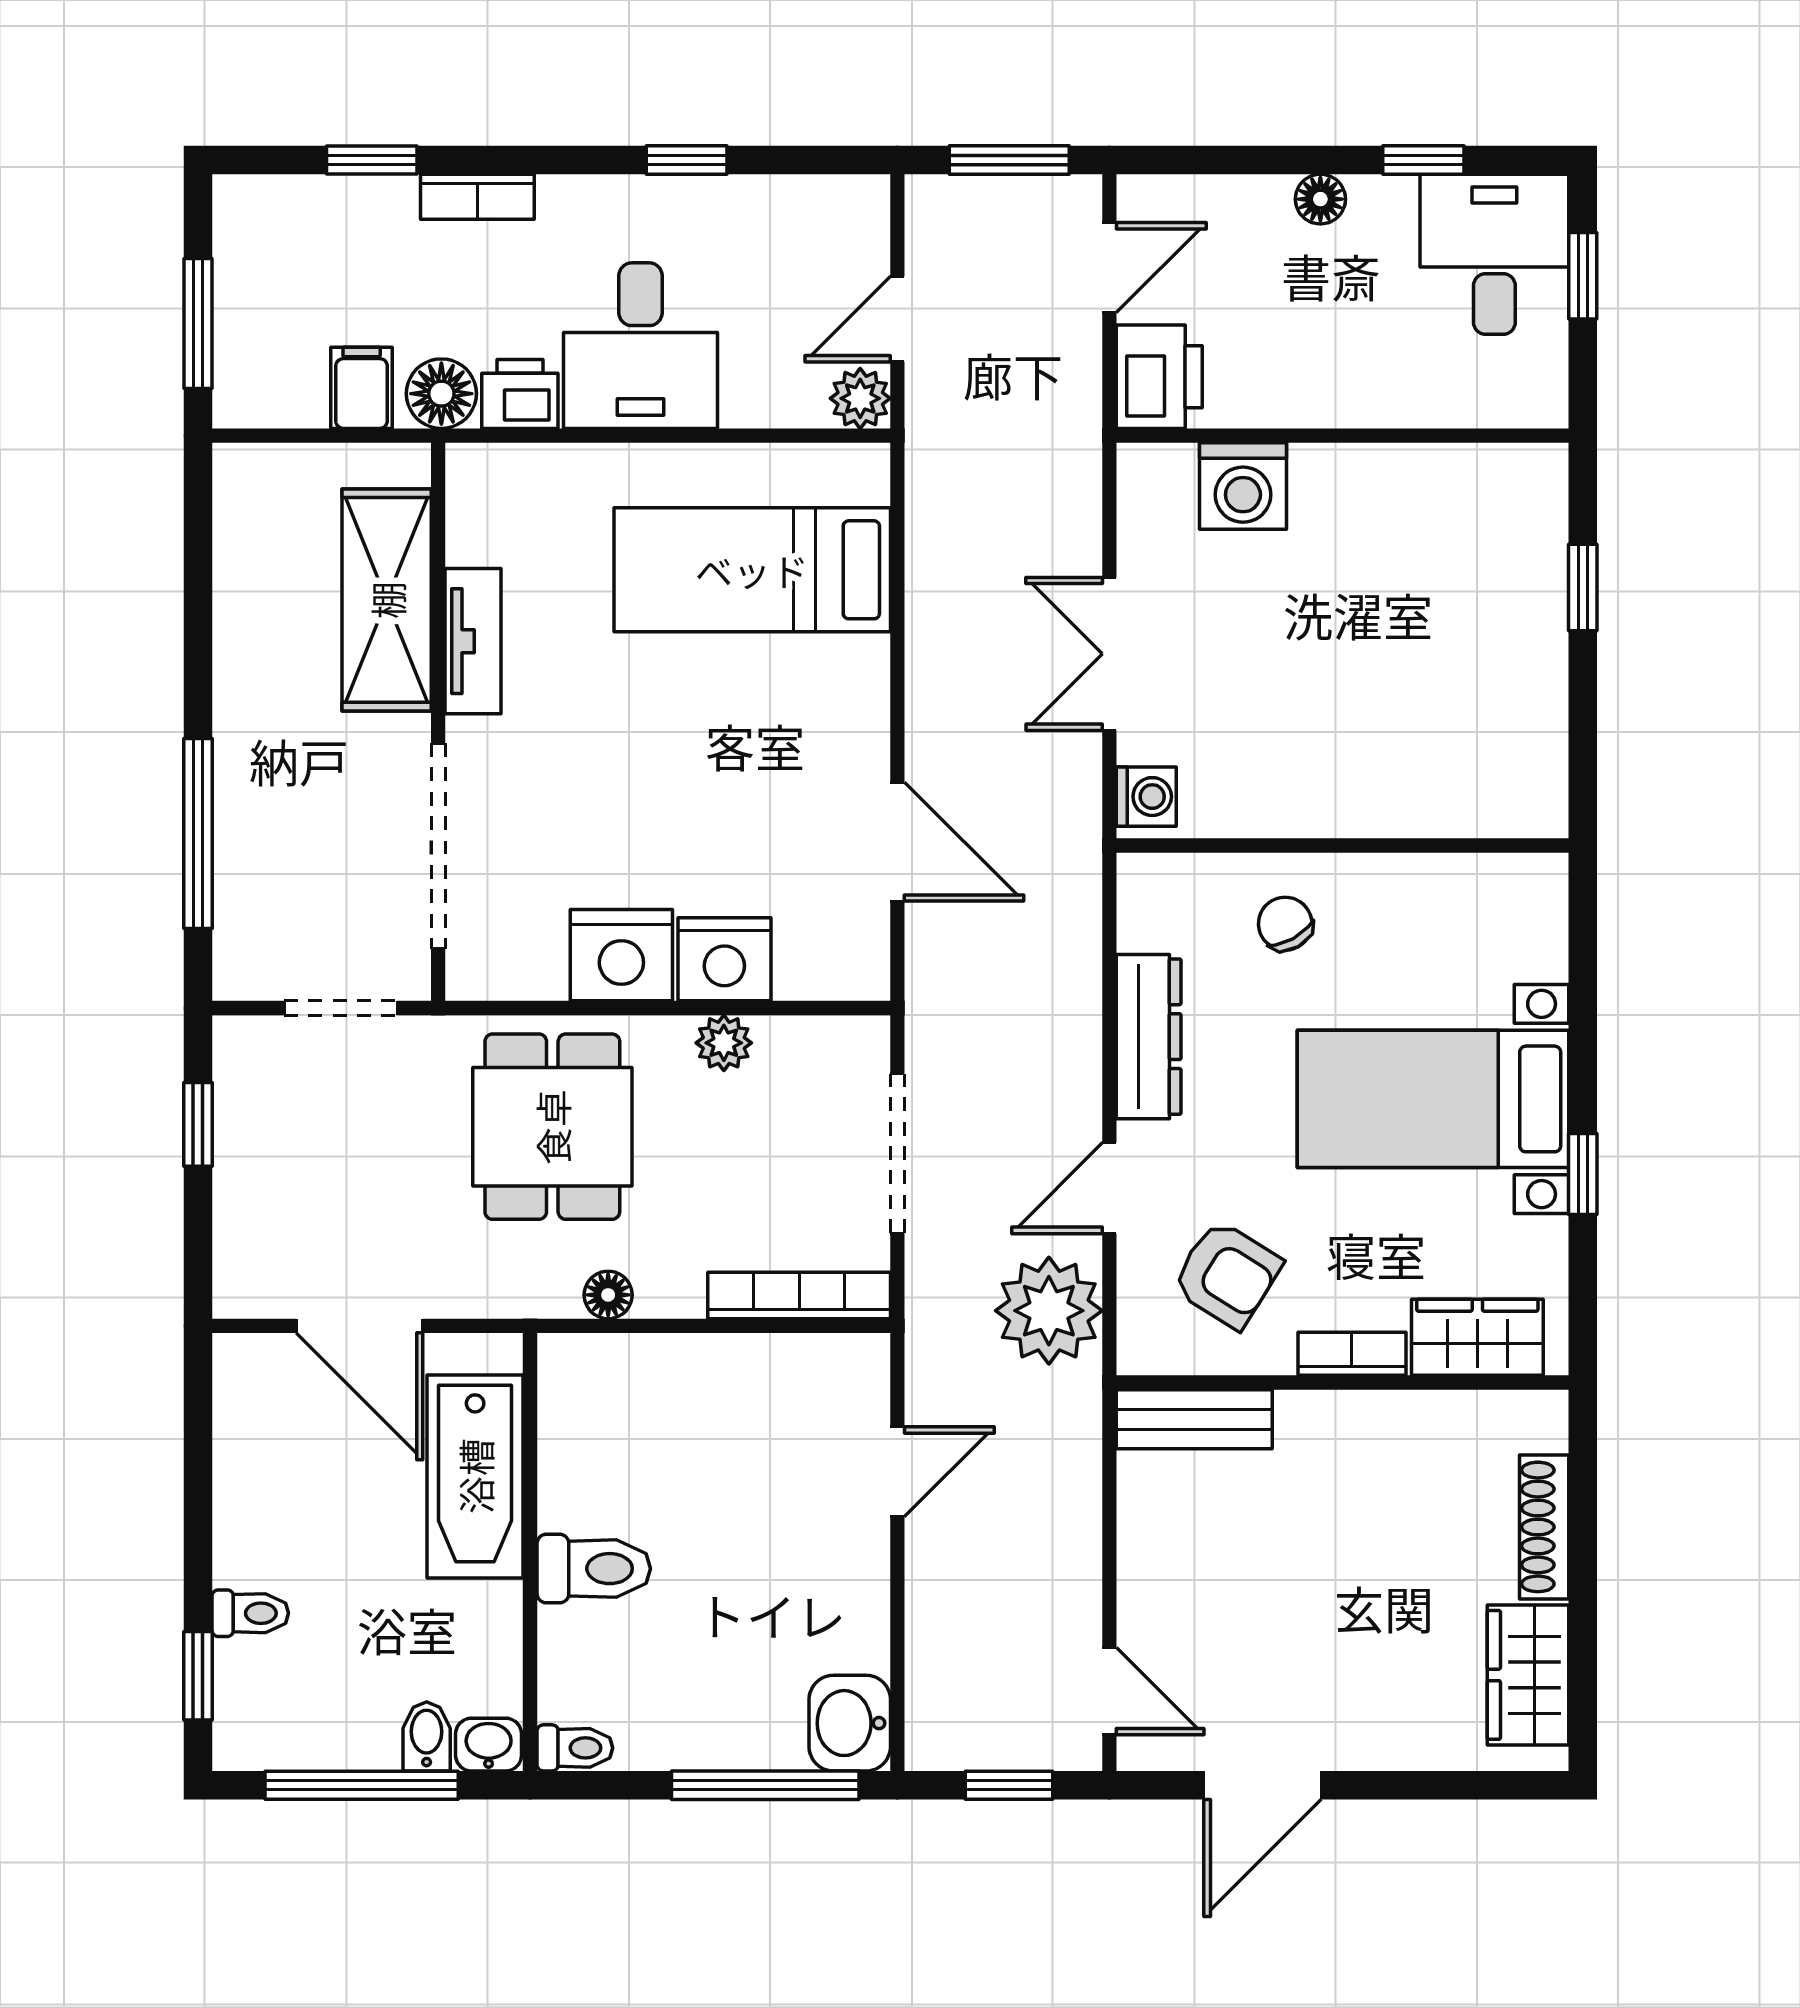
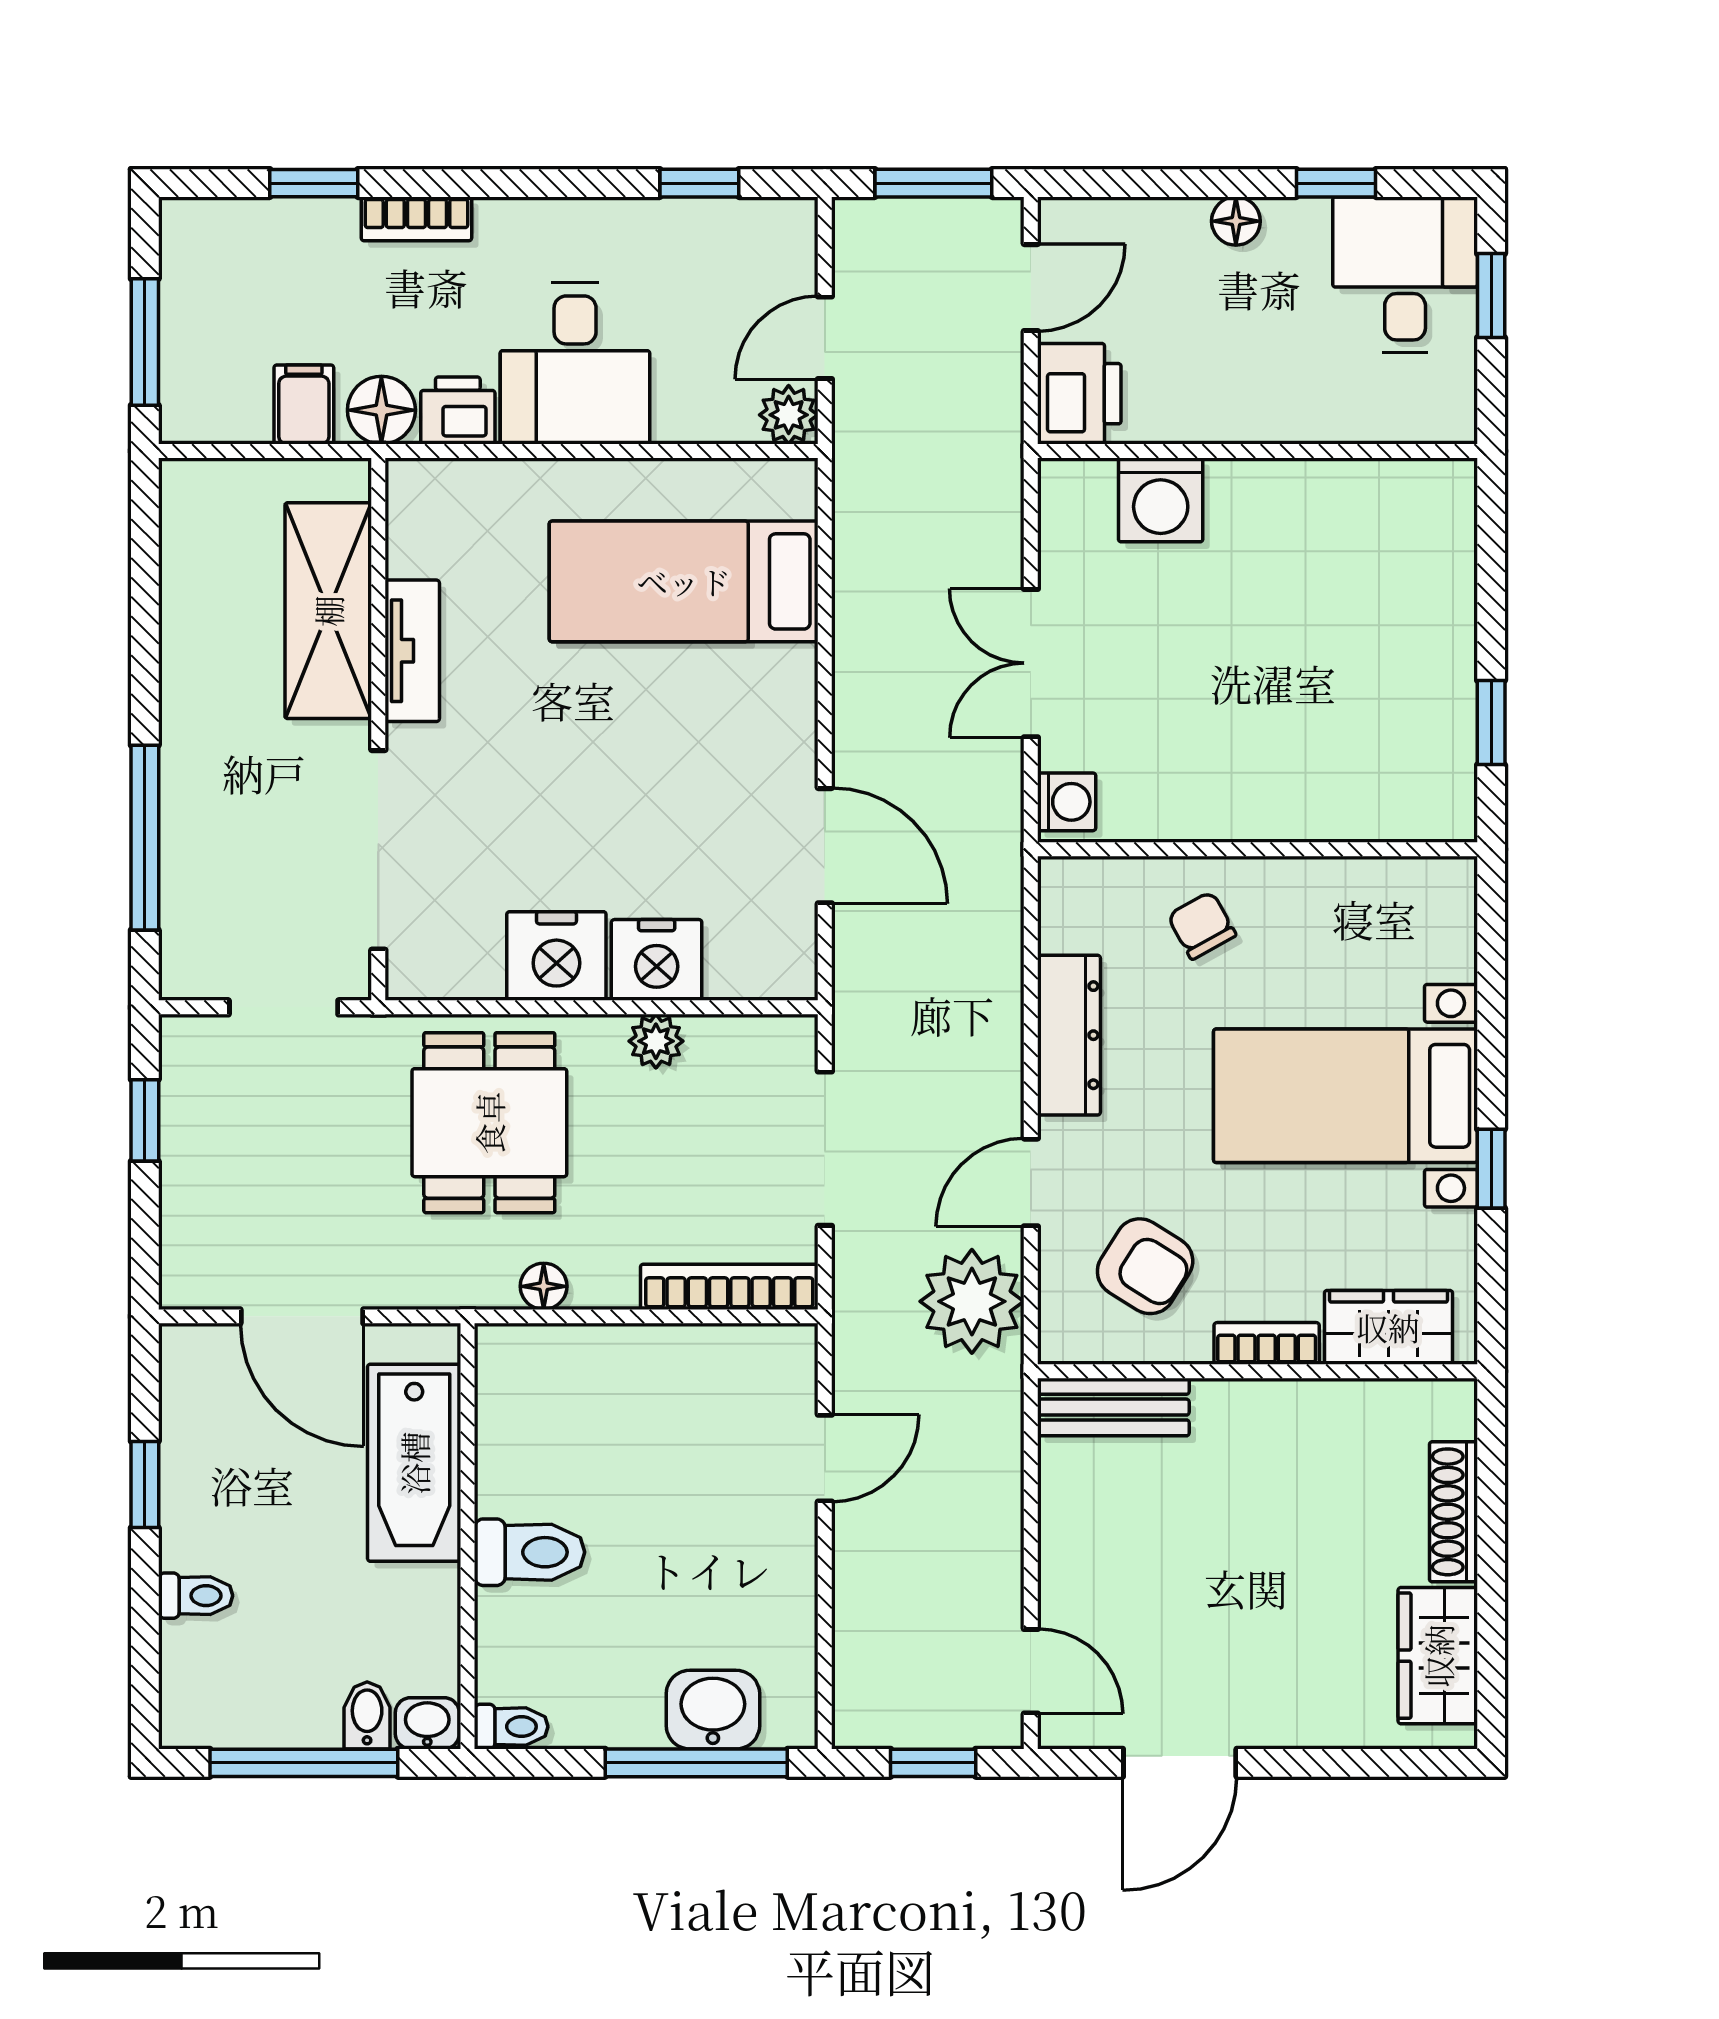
window: (687, 160) -> (699, 183), moved
window: (1583, 587) -> (1491, 723), moved
window: (198, 1676) -> (145, 1485), moved
washbasin: (850, 1723) -> (713, 1710), moved, turned 90

